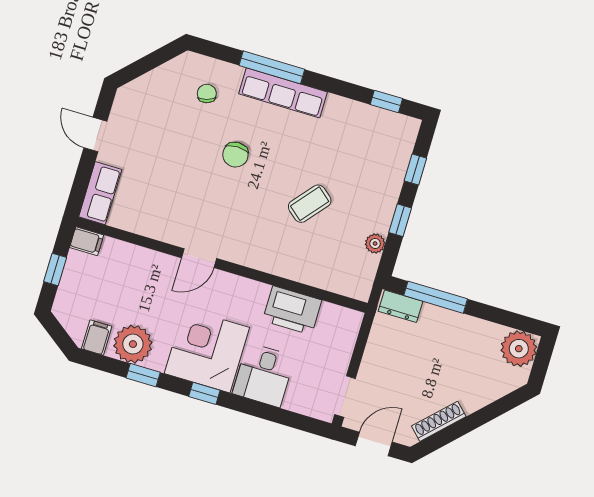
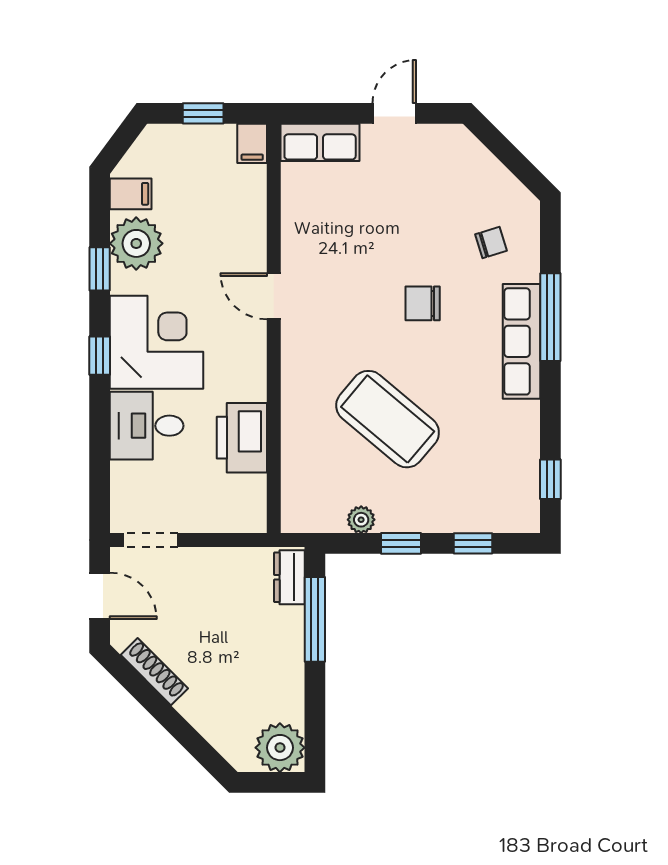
coffee table: (310, 204) -> (388, 419), width x1.86, depth x1.72

